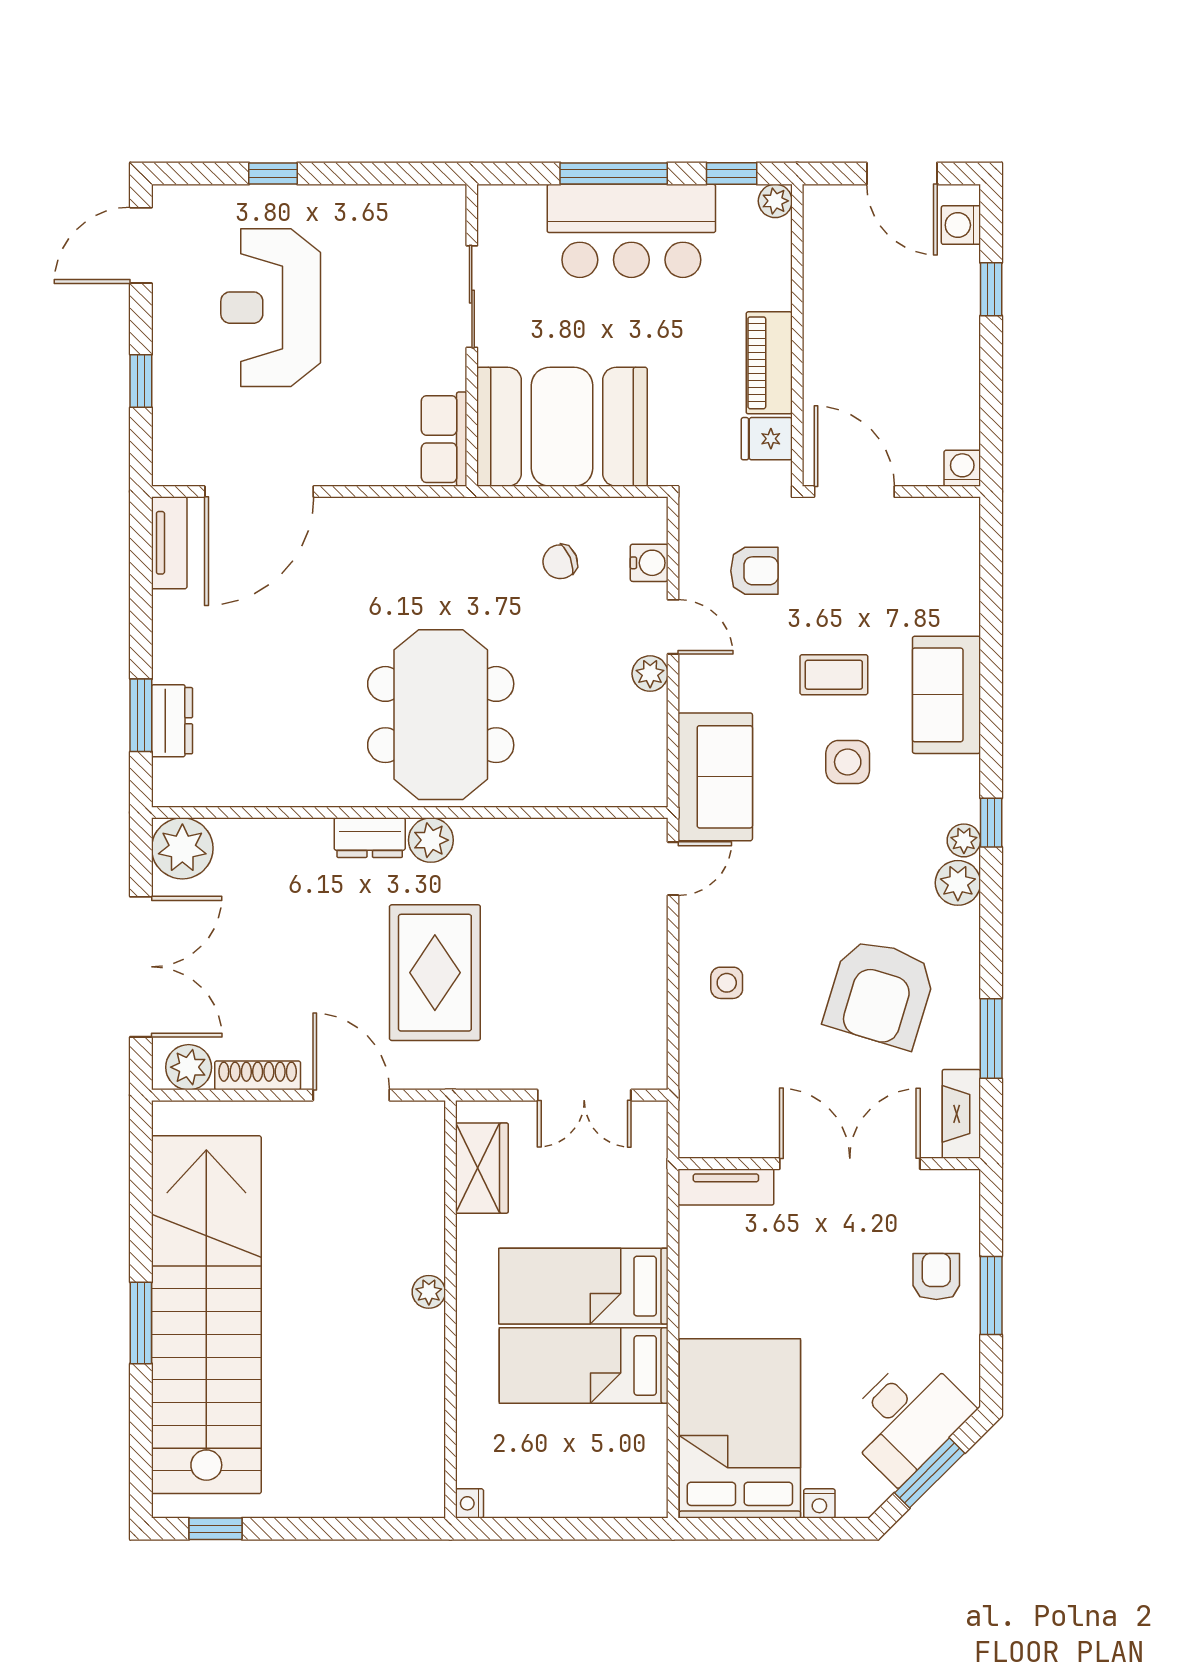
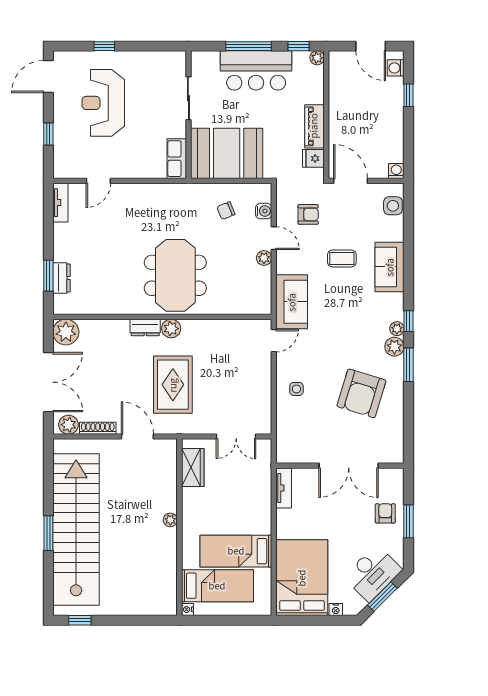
door: (259, 492) -> (98, 181), width x0.53
side table: (848, 762) -> (393, 206), moved
window: (991, 1038) -> (408, 365), moved
fireplace: (961, 1114) -> (396, 445), removed
double door: (850, 1164) -> (349, 466), swing flipped
tv unit: (726, 1187) -> (284, 488), moved, turned -90
bed: (583, 1286) -> (217, 586), moved, turned 180

